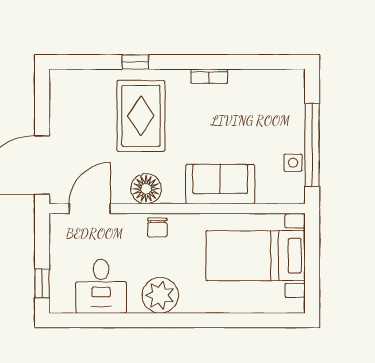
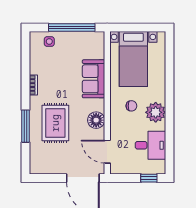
window: (135, 62) -> (25, 126), width x2.17
rug: (141, 116) -> (55, 123), turned 90
side table: (293, 163) -> (49, 41), moved
chair: (157, 227) -> (131, 106), moved

